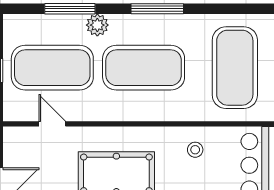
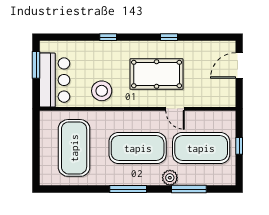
door: (52, 124) -> (175, 109), moved
stool: (195, 150) -> (102, 91), width x1.89, depth x1.89

